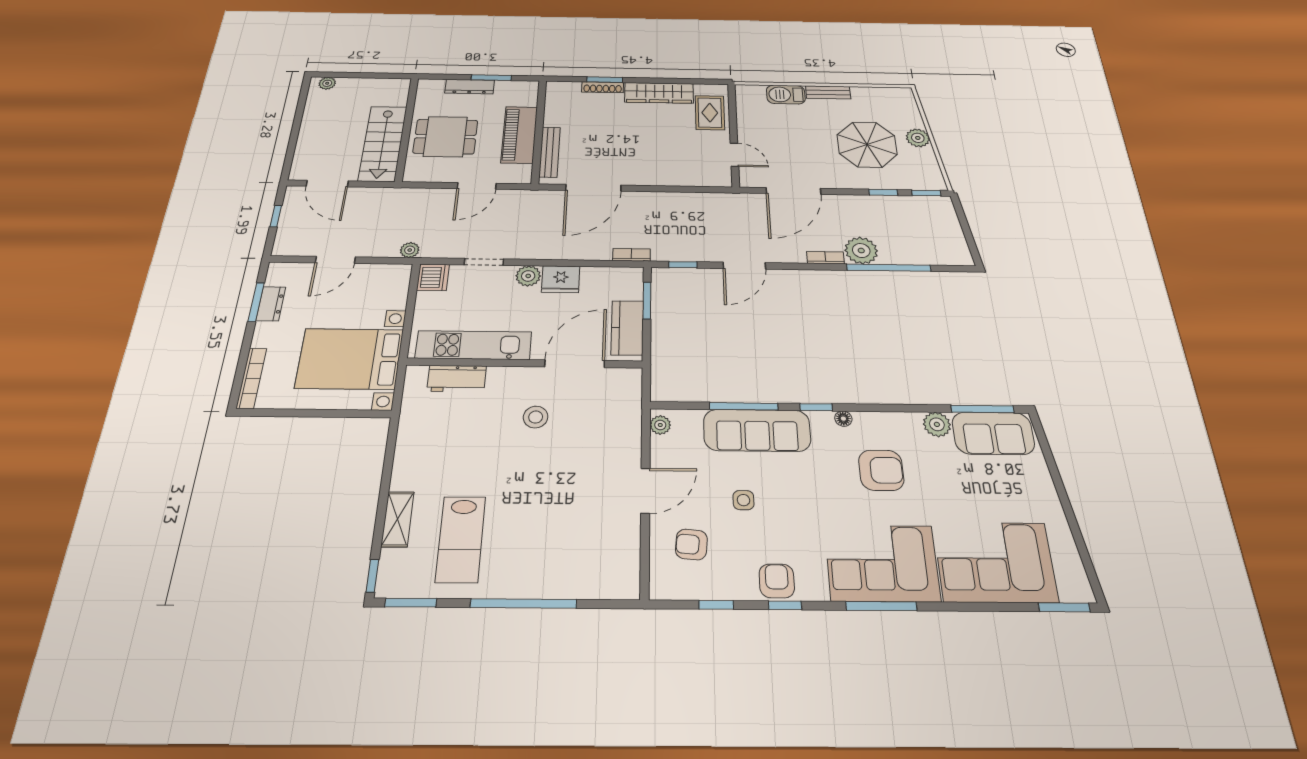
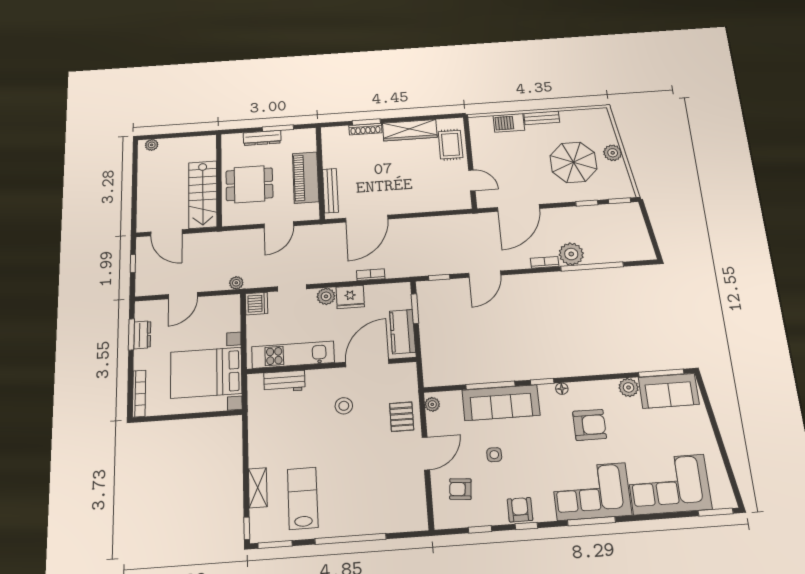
bookcase: (632, 255) -> (371, 275), moved
pallet: (616, 438) -> (402, 417), added
lab bench: (461, 539) -> (303, 498), turned 180

